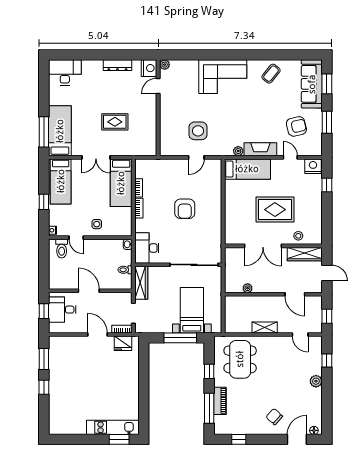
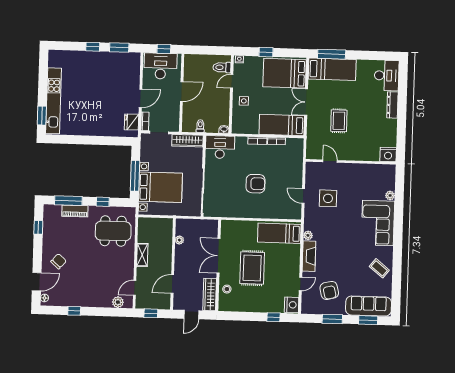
dresser: (117, 65) -> (392, 105), moved
plant: (165, 65) -> (390, 196), moved
door: (158, 86) -> (330, 161), moved
bed: (247, 169) -> (279, 233), moved, turned 90
bed: (61, 181) -> (285, 73), width x1.50
armchair: (185, 209) -> (256, 184), turned 180
desk: (62, 310) -> (160, 66), width x1.37
bed with nightstands: (192, 310) -> (160, 187), width x1.36
window: (327, 360) -> (74, 311), moved
plant: (316, 381) -> (118, 302), moved
kitchen unit: (112, 427) -> (54, 101), width x1.36
door: (297, 439) -> (37, 282), hinge flipped

